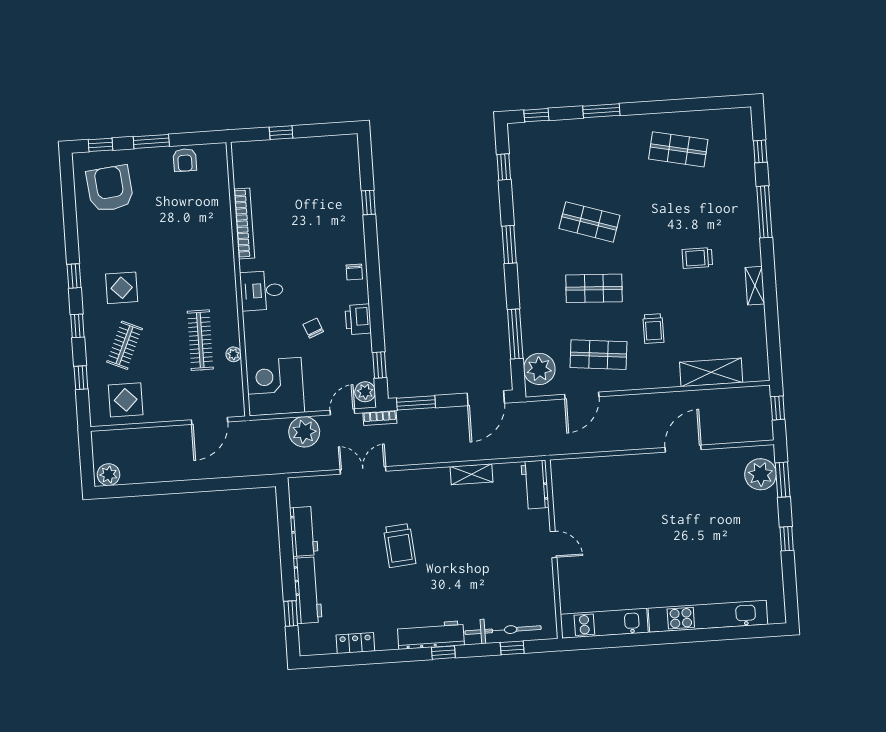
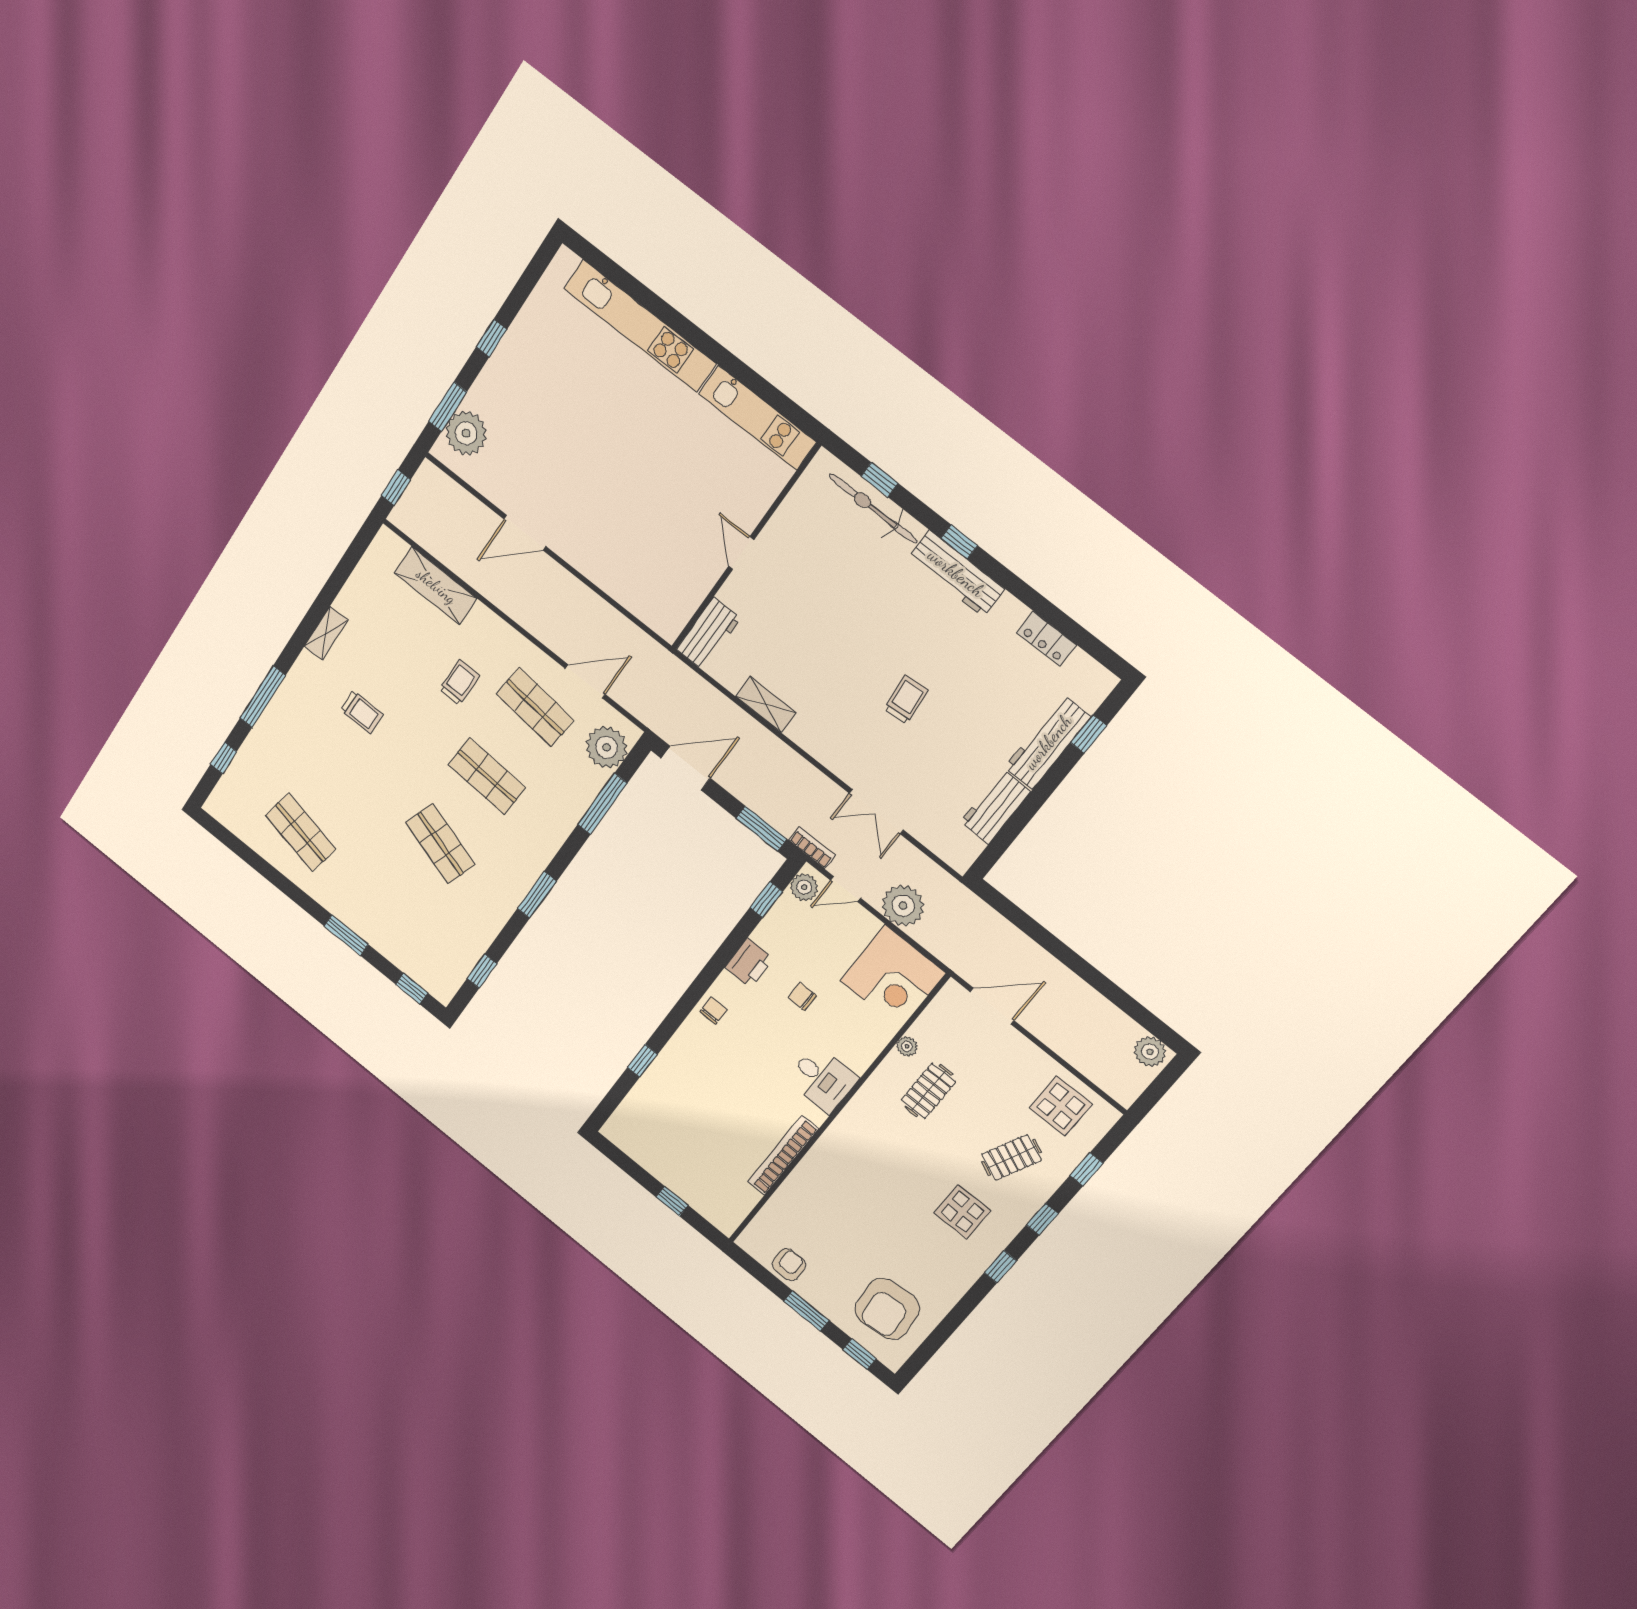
chair: (313, 328) -> (802, 996), turned 112
clothes rail: (200, 340) -> (928, 1091), width x0.73
trolley: (400, 545) -> (906, 700), width x0.73, depth x0.72

